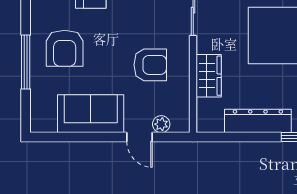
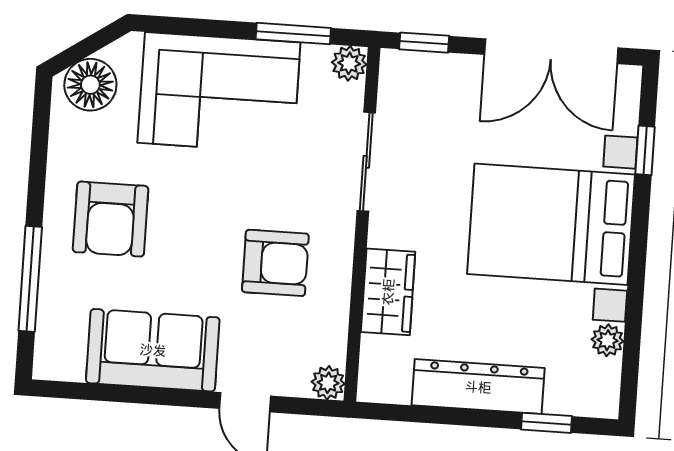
window: (26, 62) -> (30, 279), moved
plant: (161, 124) -> (328, 383), moved

